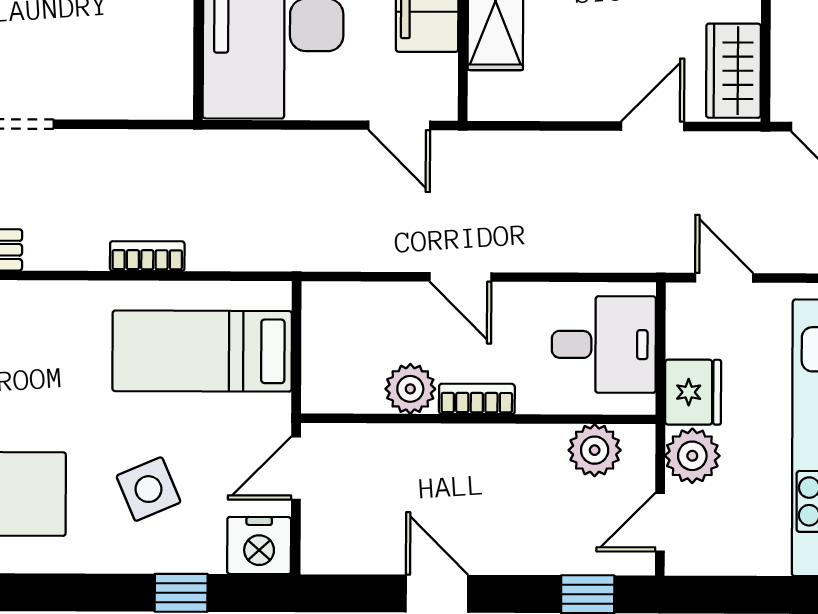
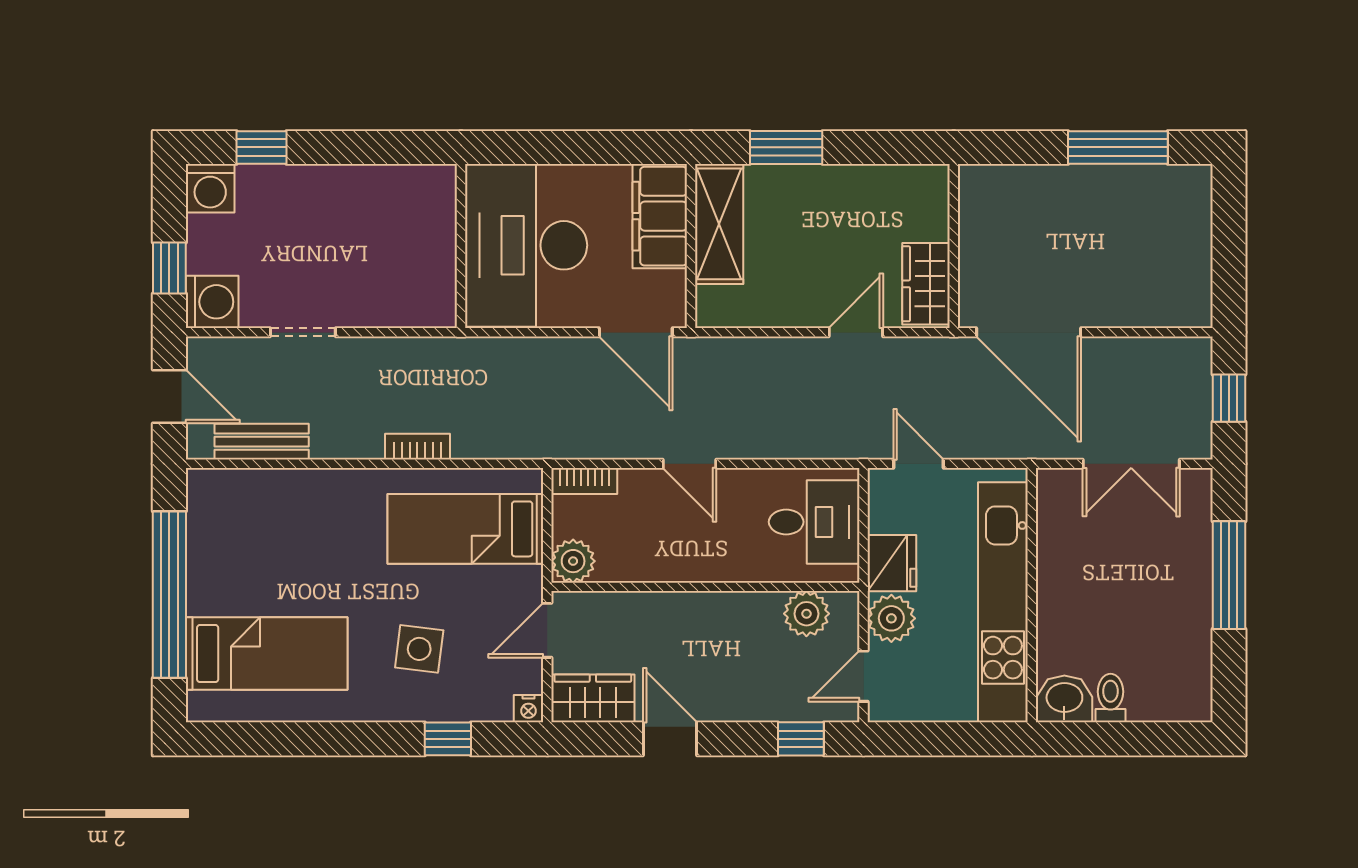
door: (399, 125) -> (636, 332), width x1.38
plant: (410, 389) -> (573, 561), moved
bookcase: (477, 399) -> (584, 481), moved, turned 180
side table: (148, 489) -> (419, 649), turned 30
nightstand: (259, 546) -> (528, 709), width x0.53, depth x0.56
wardrobe: (348, 547) -> (593, 698), added

